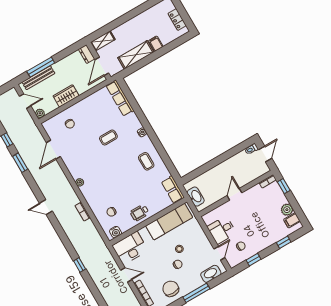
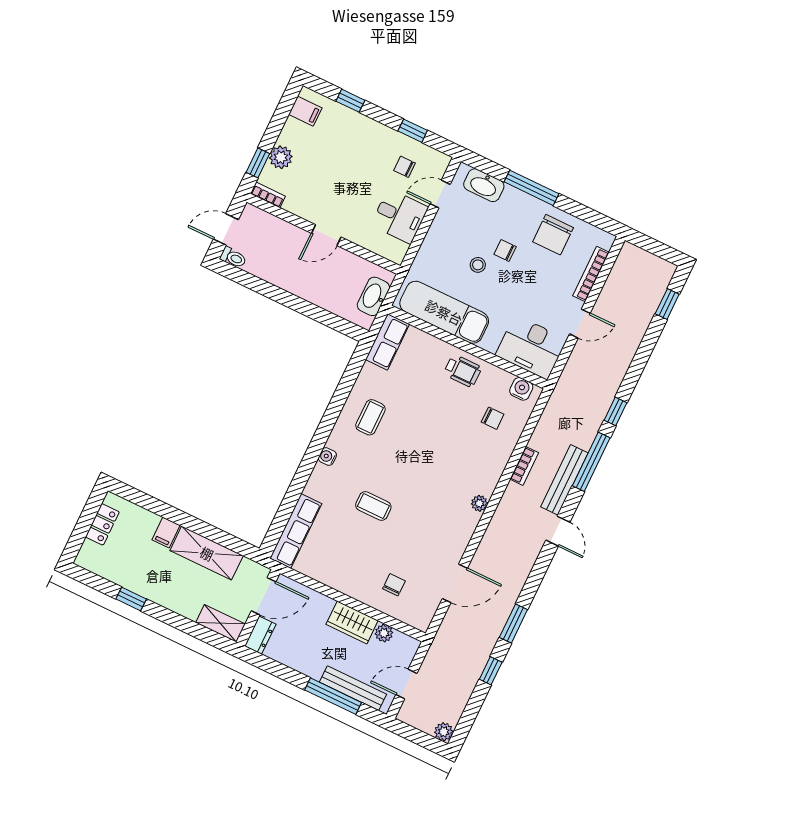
window: (138, 11) -> (131, 599), added
door: (25, 101) -> (406, 684), hinge flipped
plant: (40, 113) -> (384, 633), moved
plant: (287, 210) -> (281, 157), moved
bench: (65, 224) -> (564, 480), added
window: (65, 241) -> (591, 462), added
door: (126, 275) -> (580, 324), swing flipped

